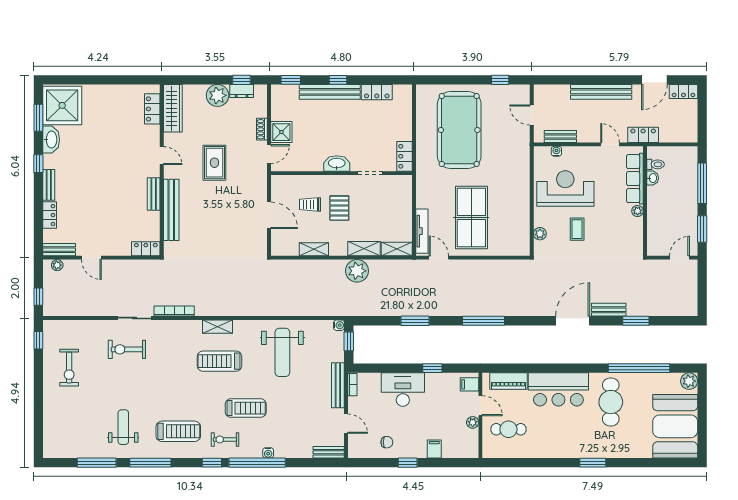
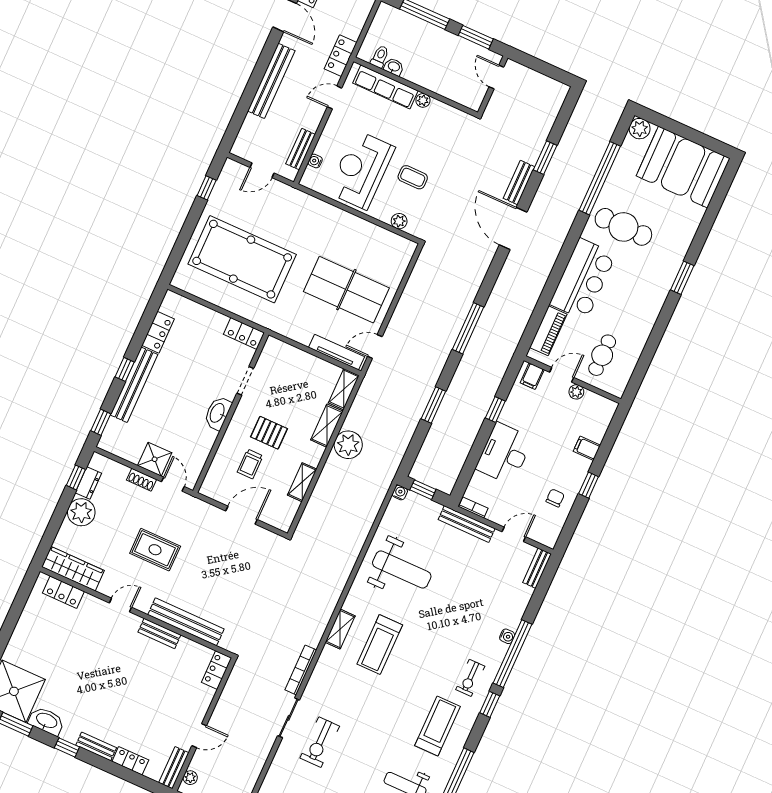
treadmill: (246, 408) -> (446, 639), removed

